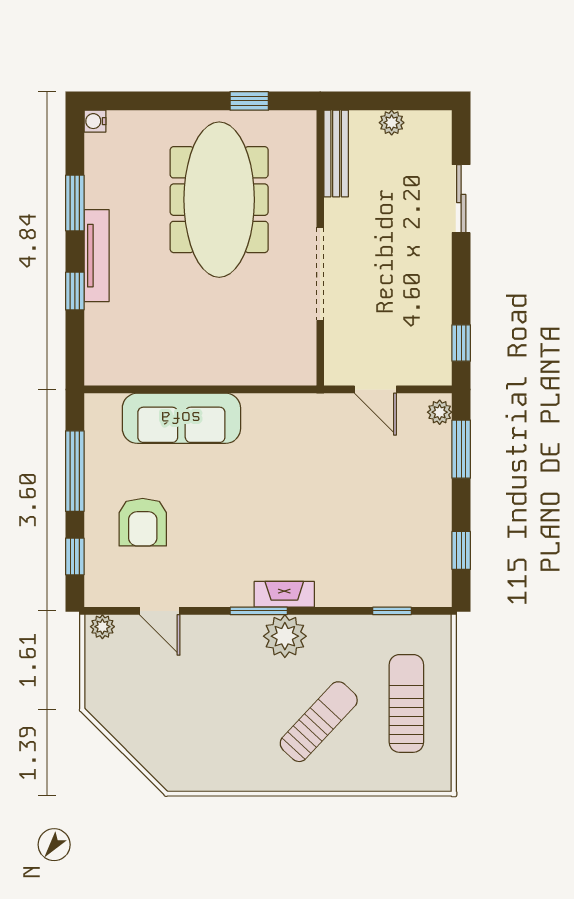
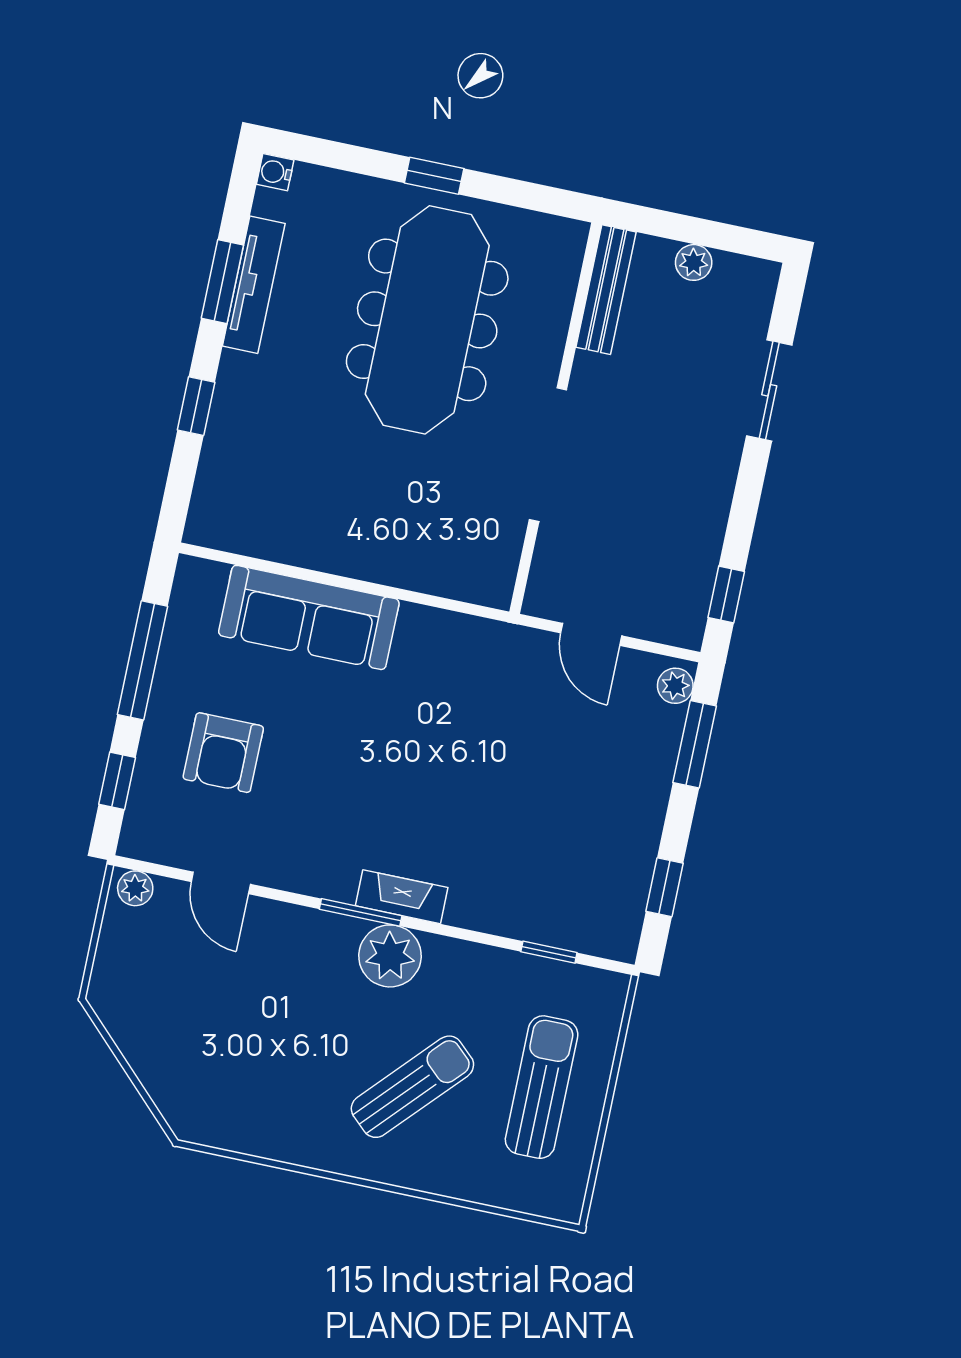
window: (249, 101) -> (434, 176), moved
tv unit: (97, 256) -> (254, 285), moved

